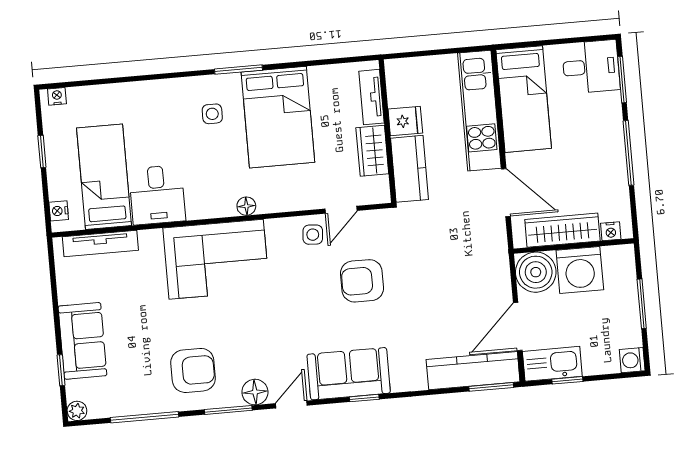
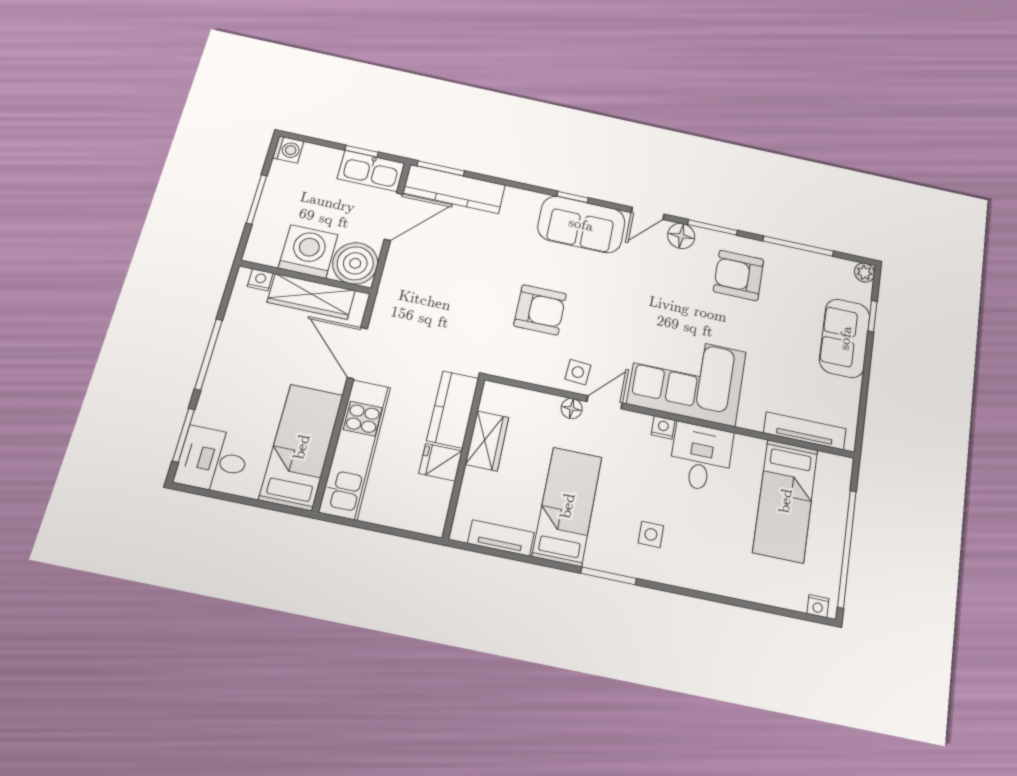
tv unit: (371, 97) -> (501, 538), moved, turned -90
bed: (278, 117) -> (567, 506), width x0.67
window: (42, 152) -> (847, 549), width x3.17
desk: (157, 195) -> (701, 457), moved
floor lamp: (246, 206) -> (572, 409), moved
door: (341, 210) -> (605, 402), moved
nightstand: (59, 211) -> (663, 427), moved, turned -90

